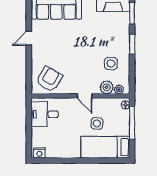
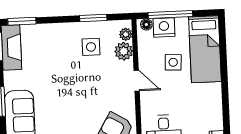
window: (132, 44) -> (93, 18), moved
door: (85, 96) -> (137, 81), hinge flipped
nightstand: (123, 118) -> (164, 27), added

